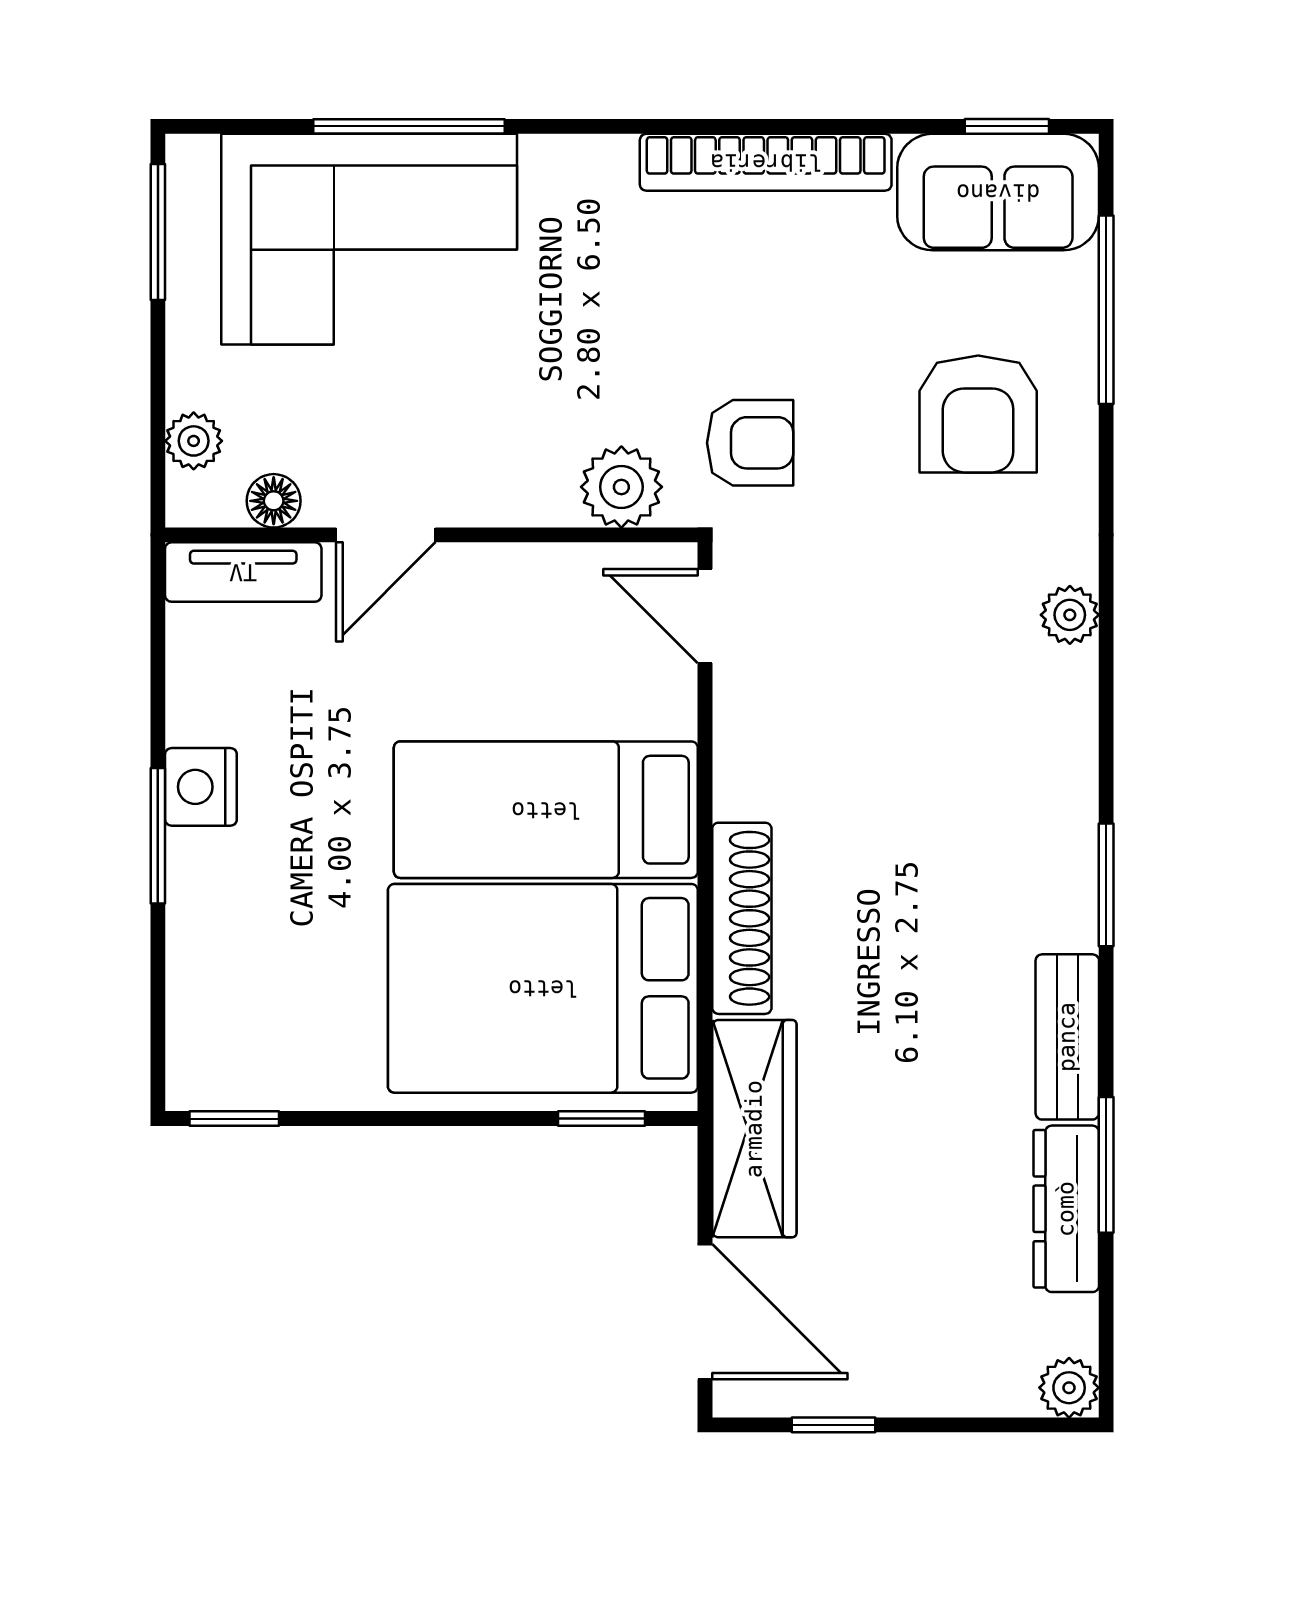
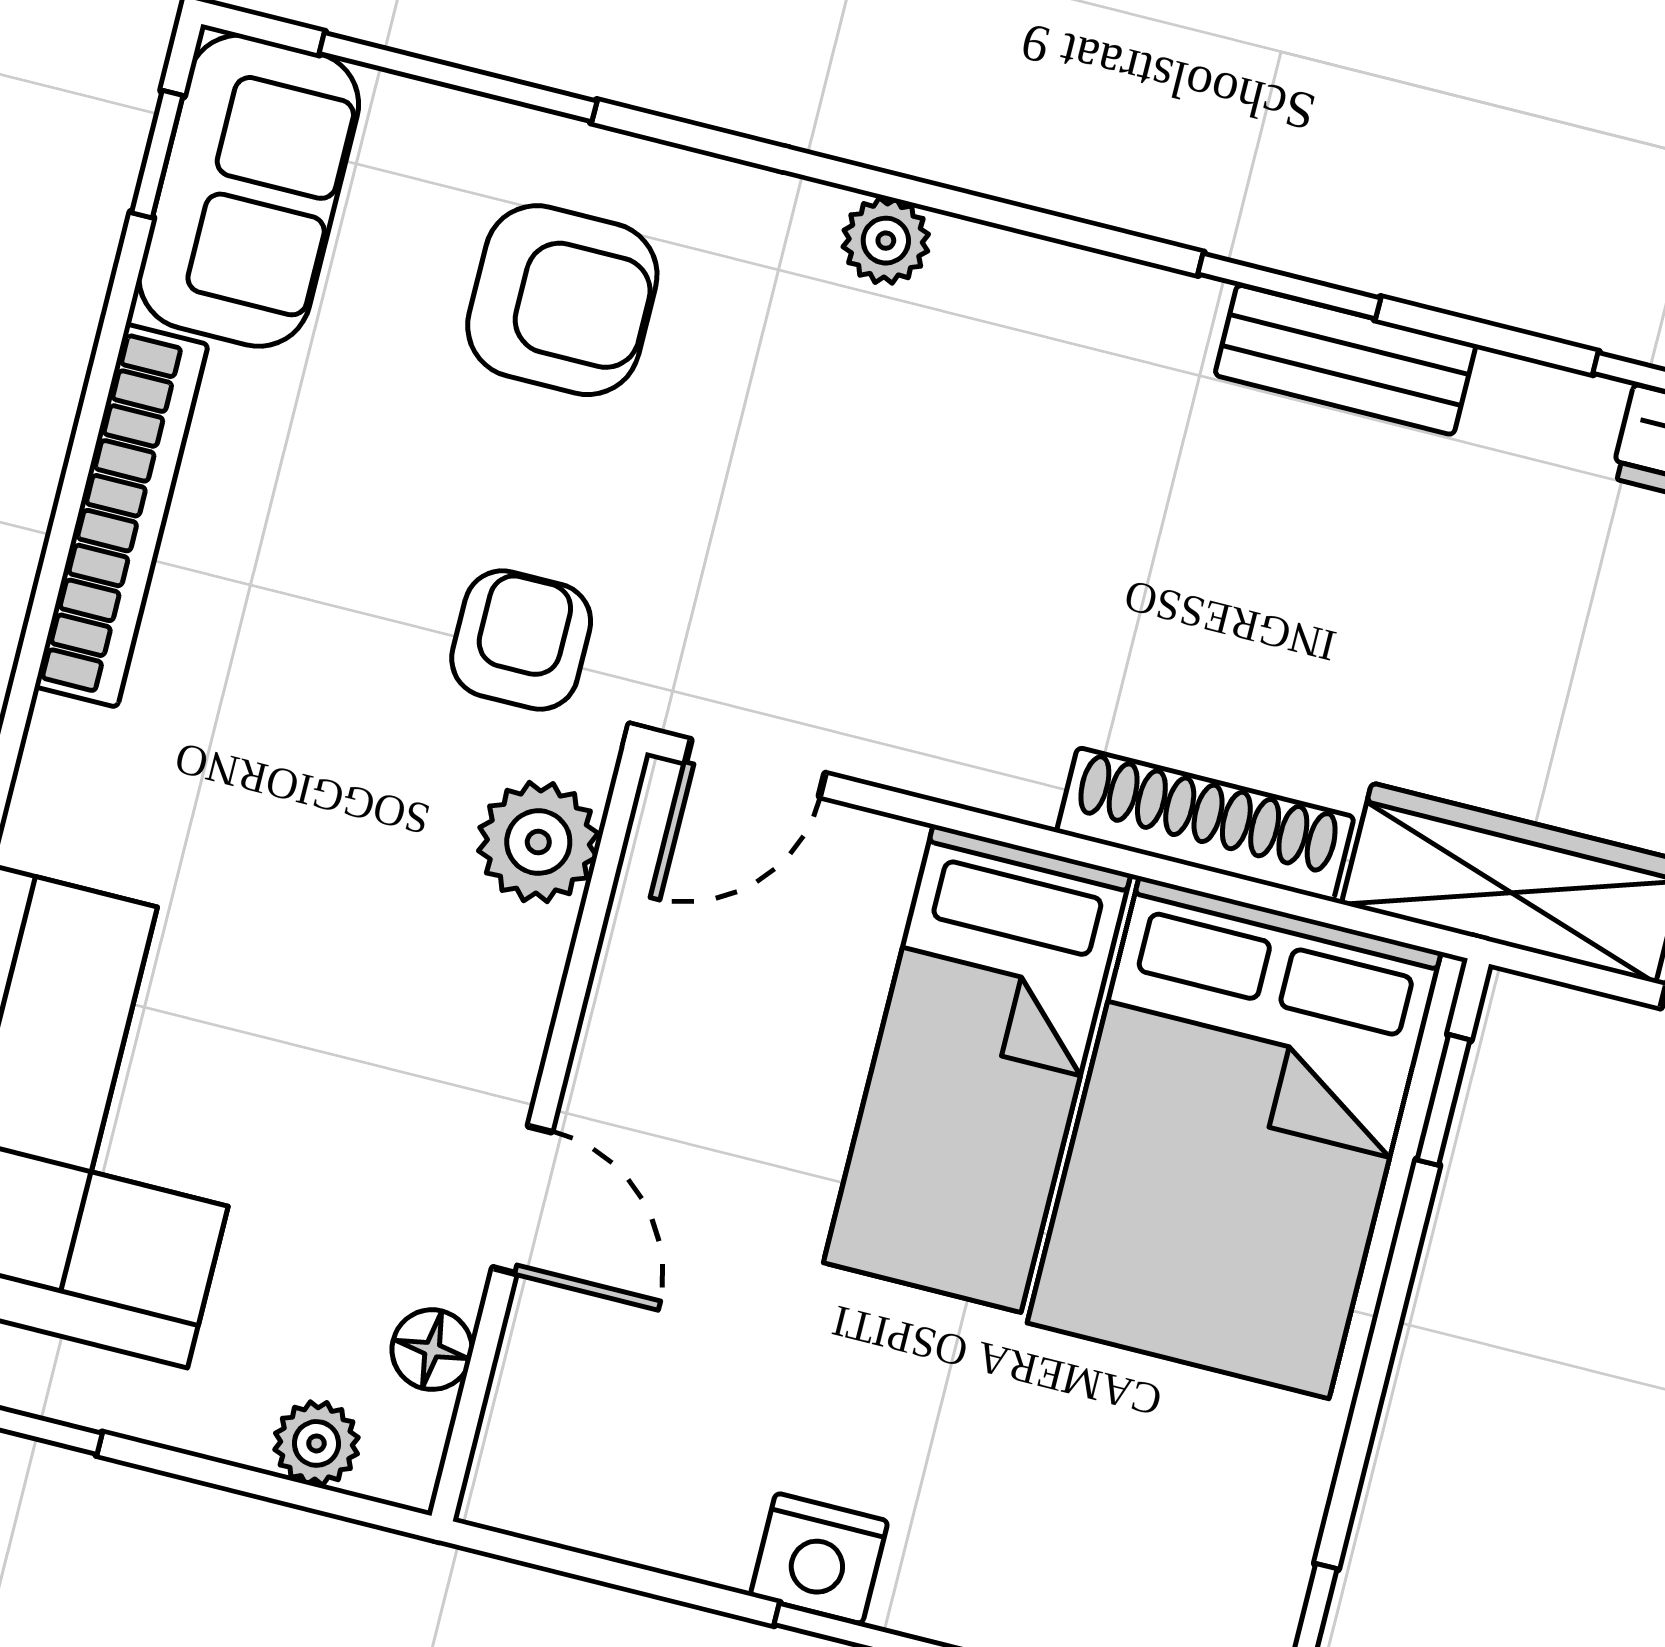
tv unit: (243, 572) -> (524, 1419), removed
bench: (1067, 1037) -> (1345, 360), moved

